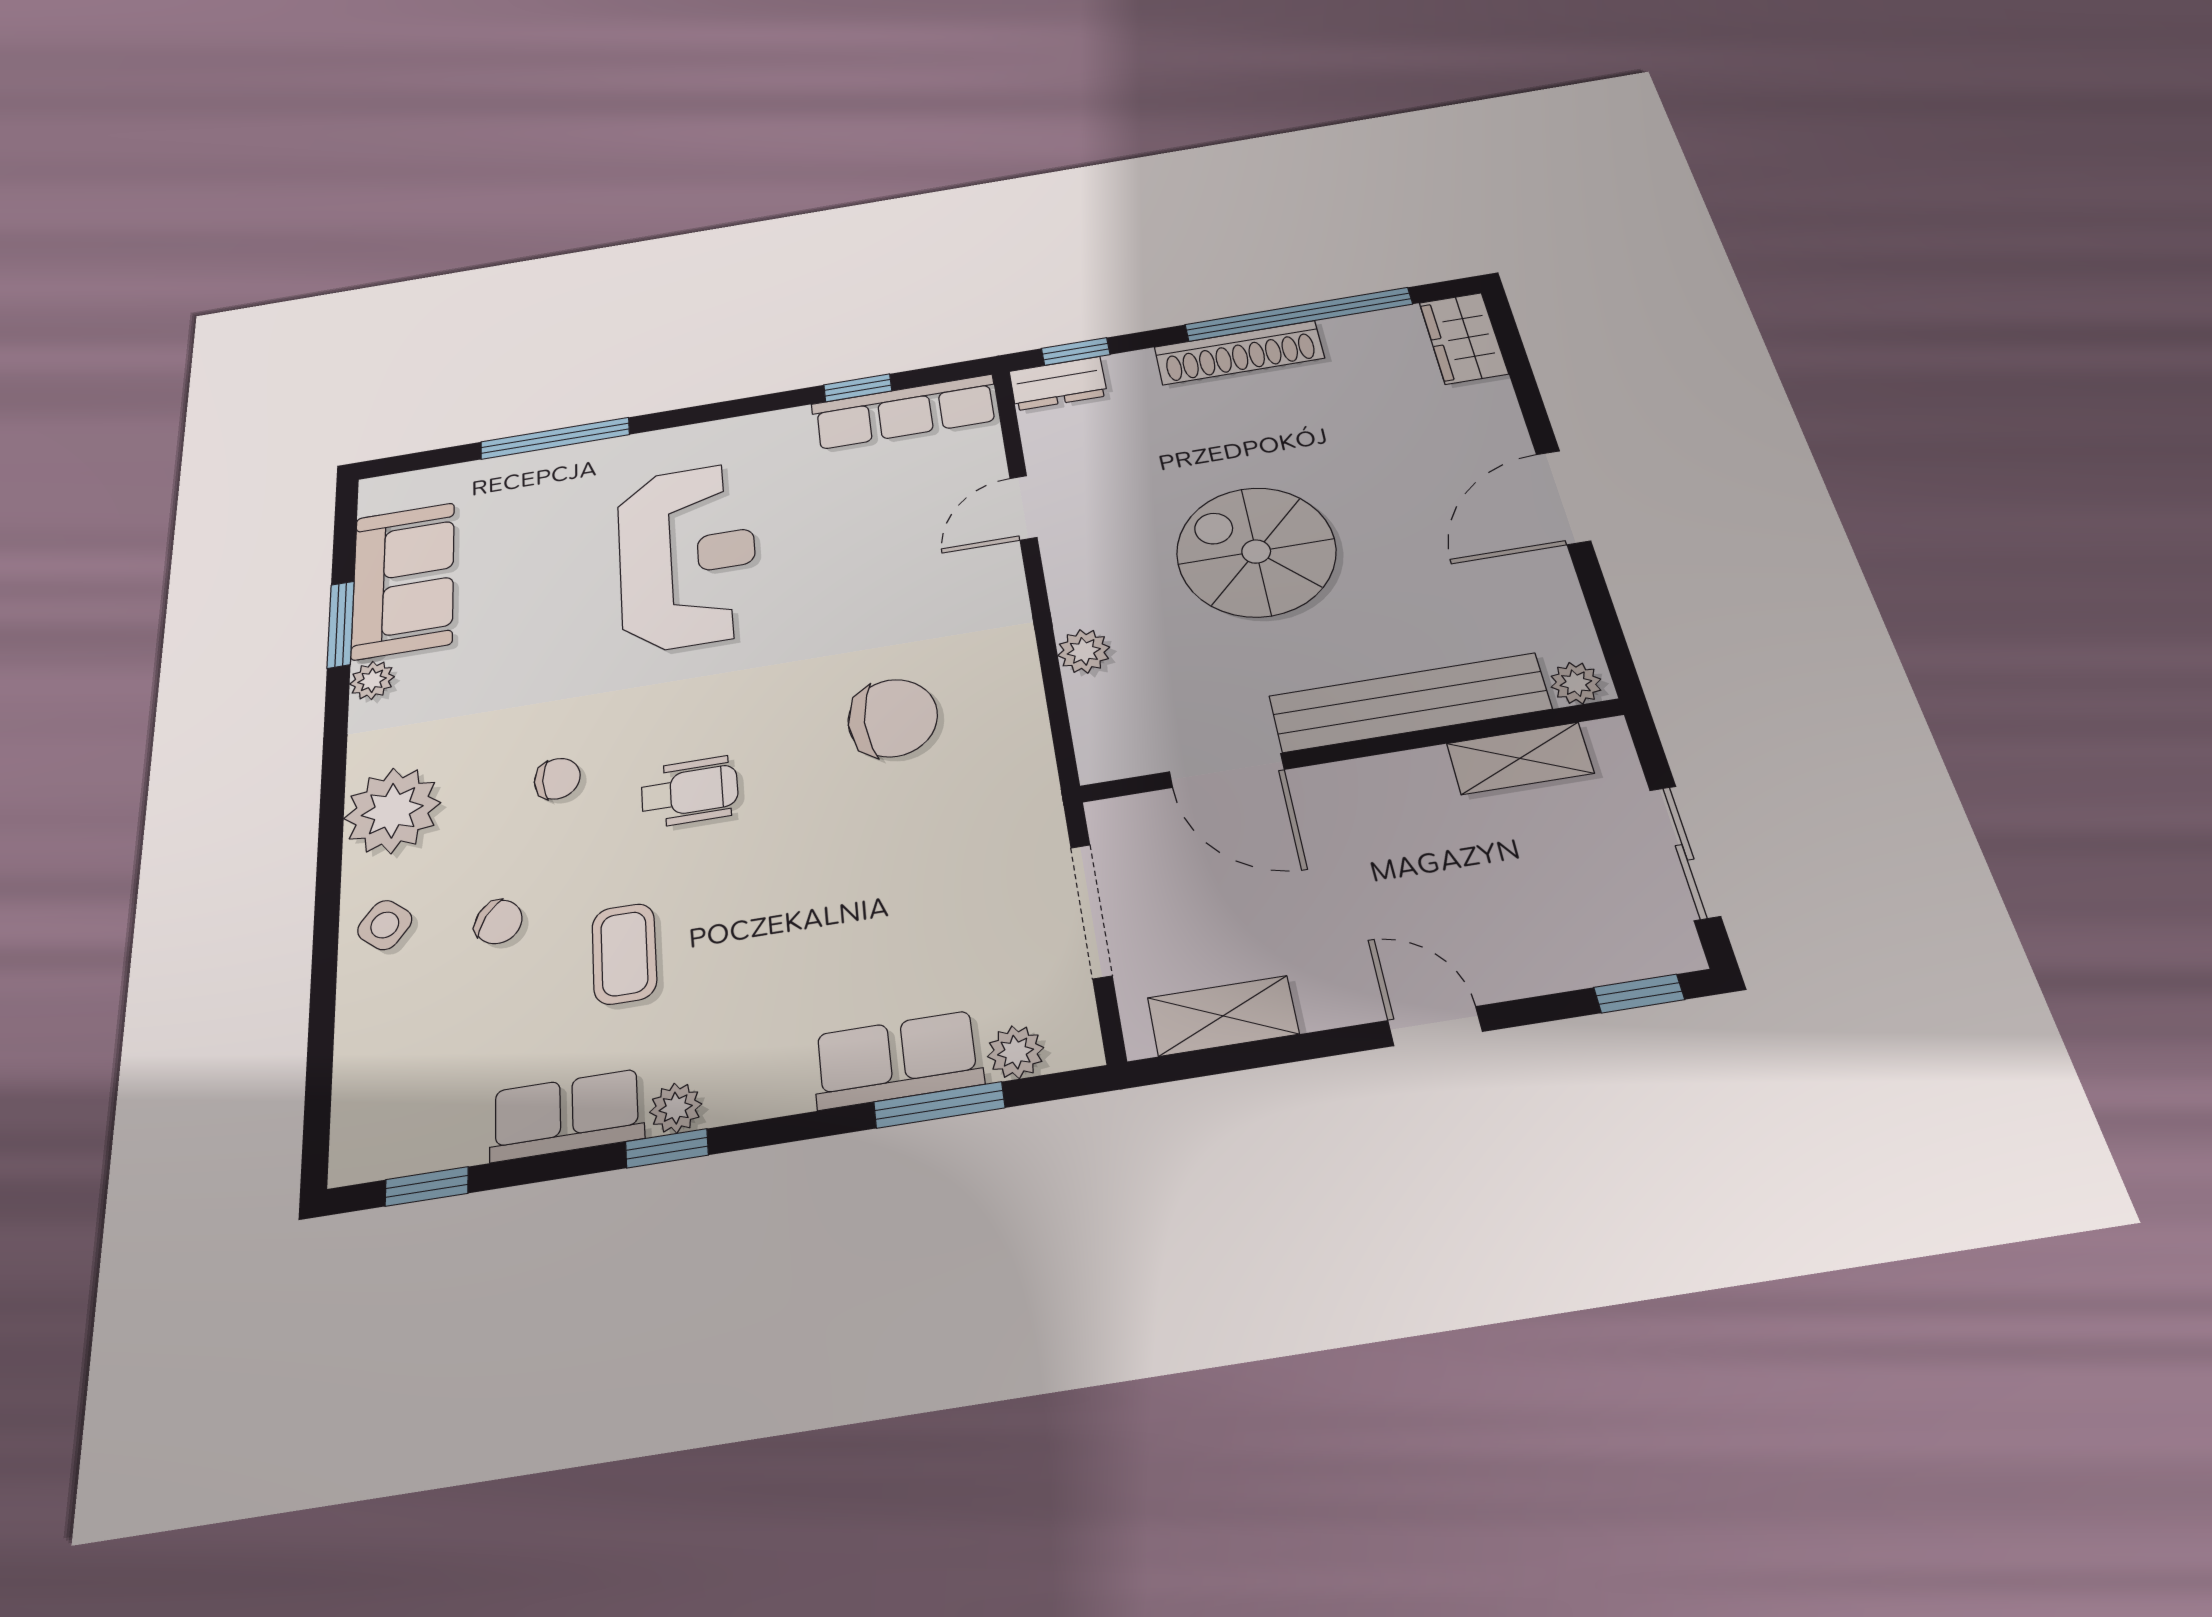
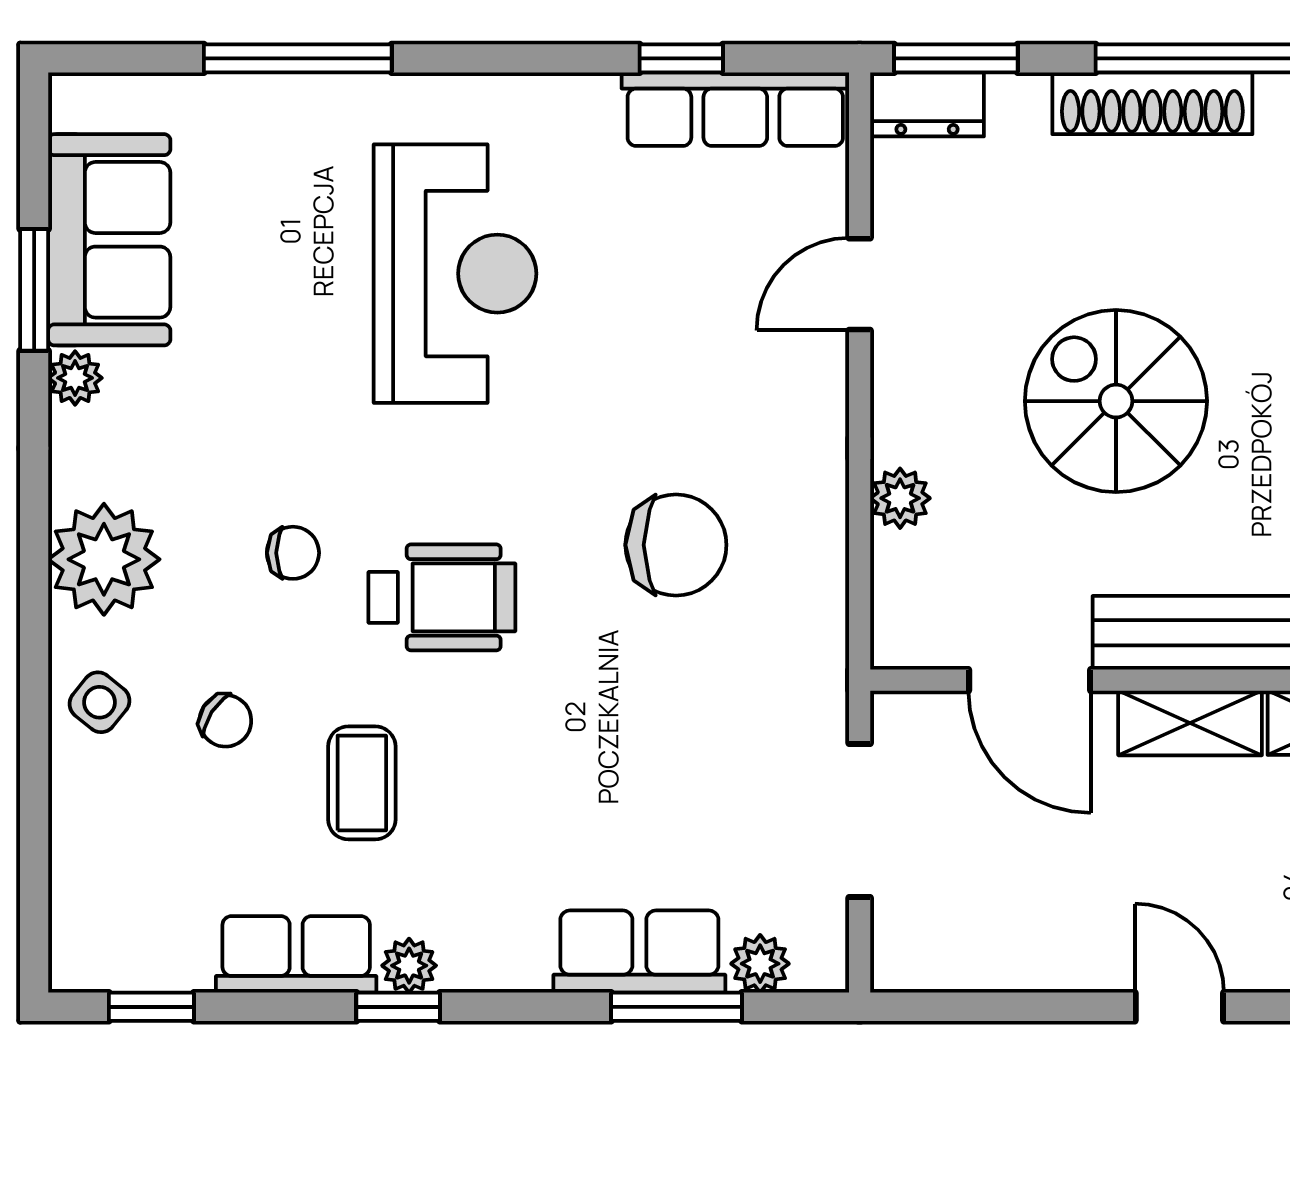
window: (1076, 352) -> (956, 58), width x1.50
wheelchair: (690, 792) -> (442, 597), width x1.36, depth x1.37
shelving: (1223, 1016) -> (1190, 723), moved

